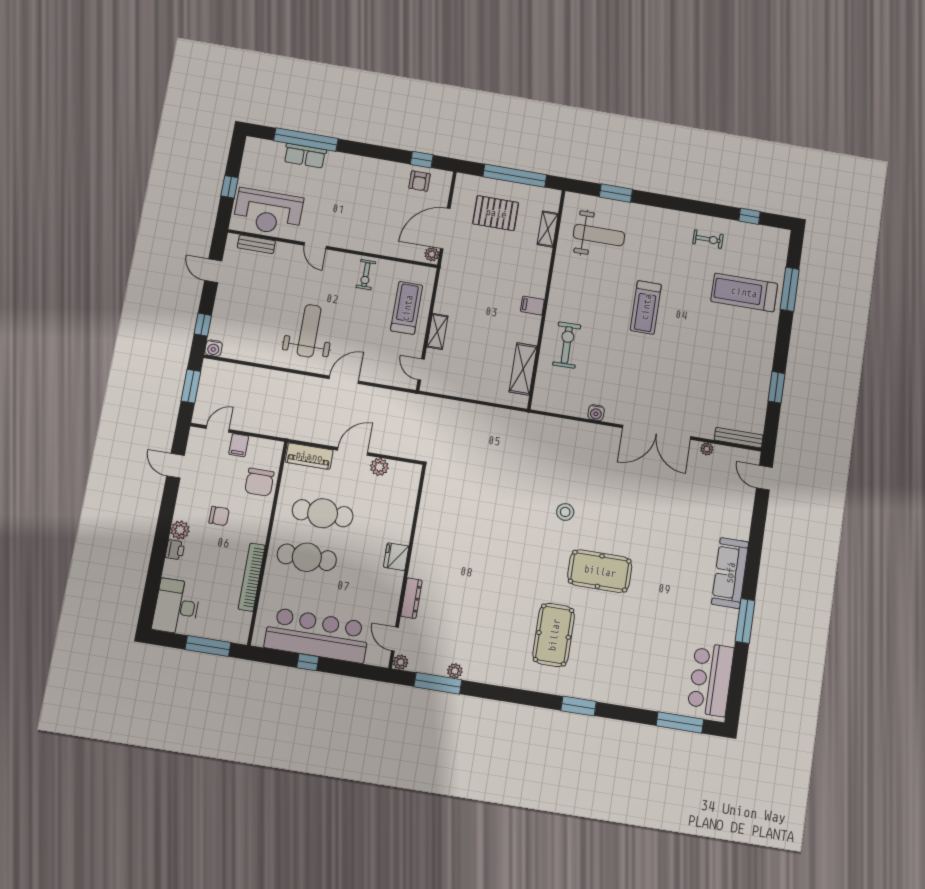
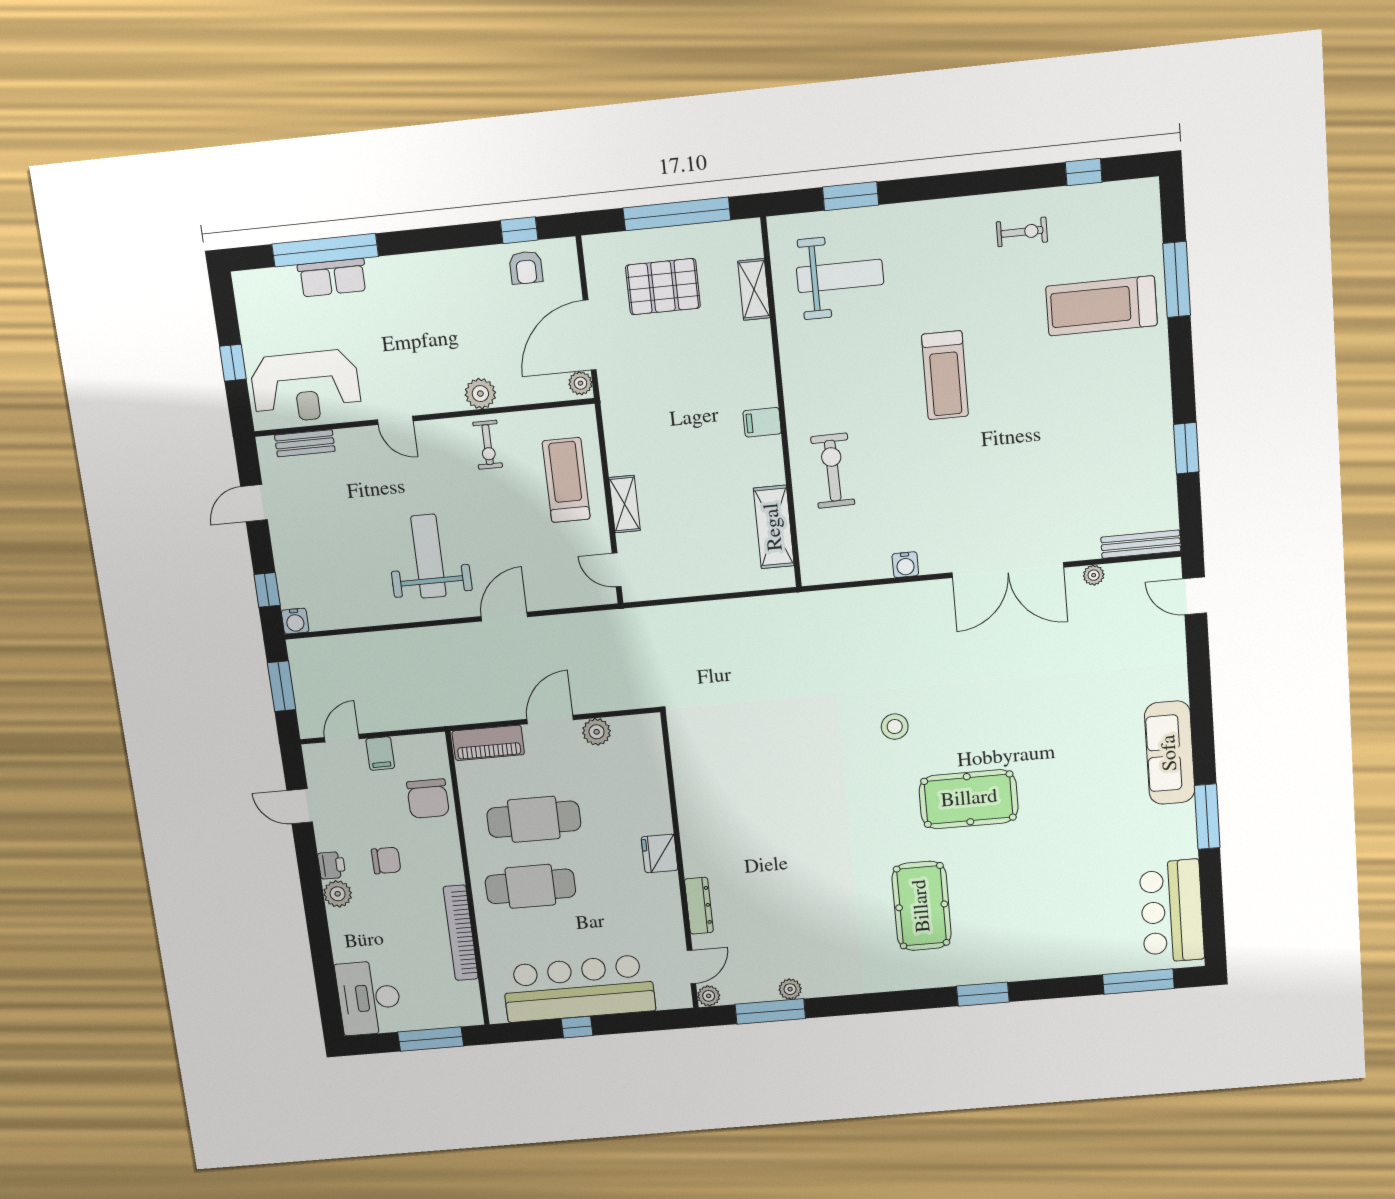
plant: (371, 244) -> (480, 394), added
door: (213, 271) -> (254, 503), hinge flipped
printer: (175, 550) -> (332, 865), moved
door: (395, 639) -> (692, 967), swing flipped

